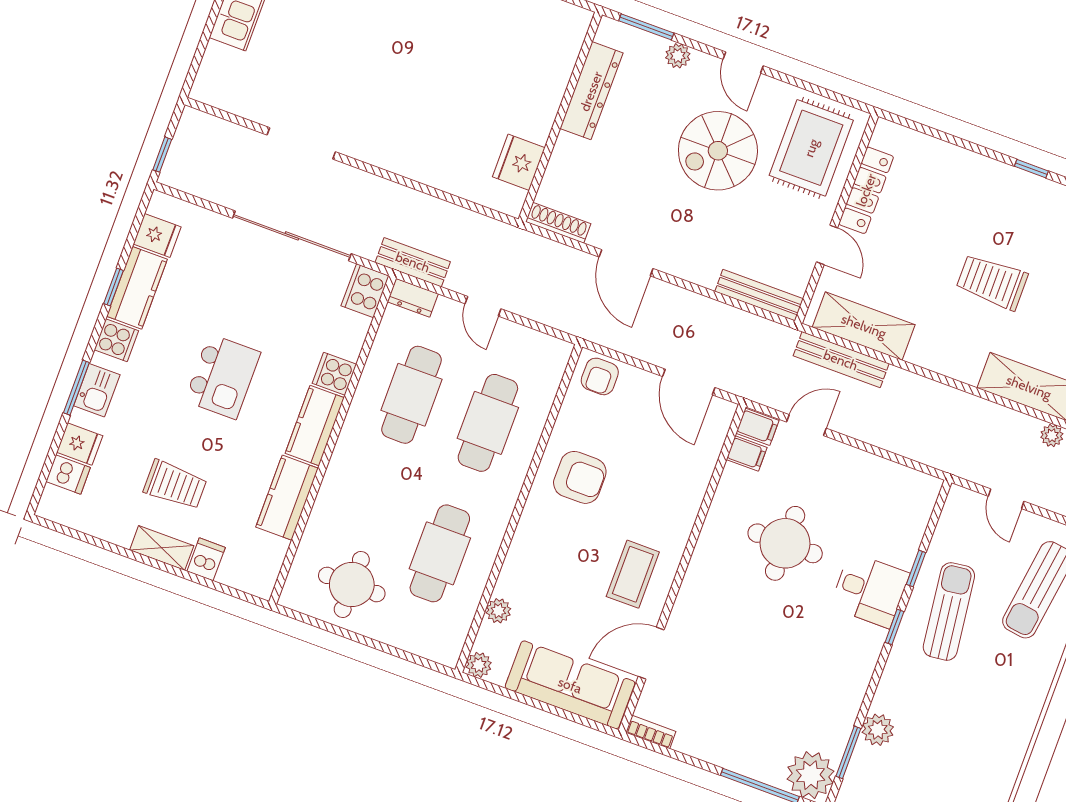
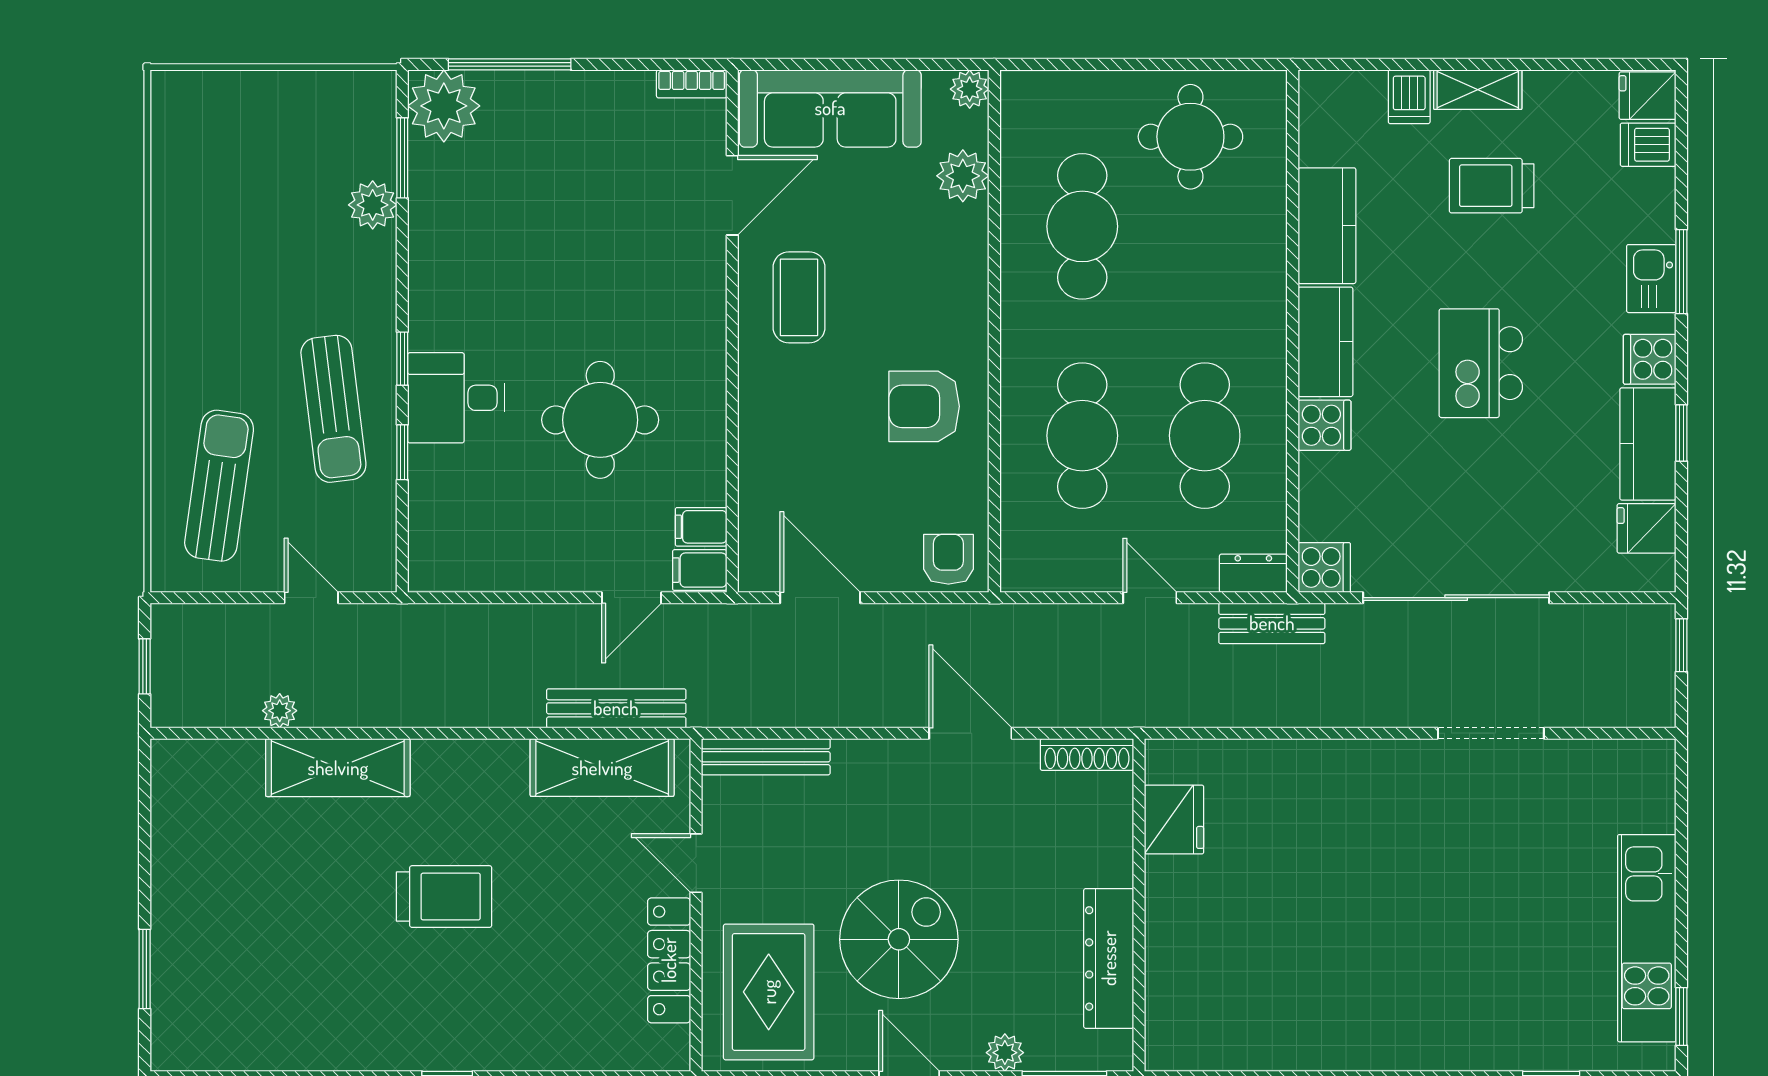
cooker: (365, 291) -> (1324, 567), width x0.73
fridge: (80, 444) -> (1648, 96), moved
plant: (498, 611) -> (963, 176), width x1.38, depth x1.38

